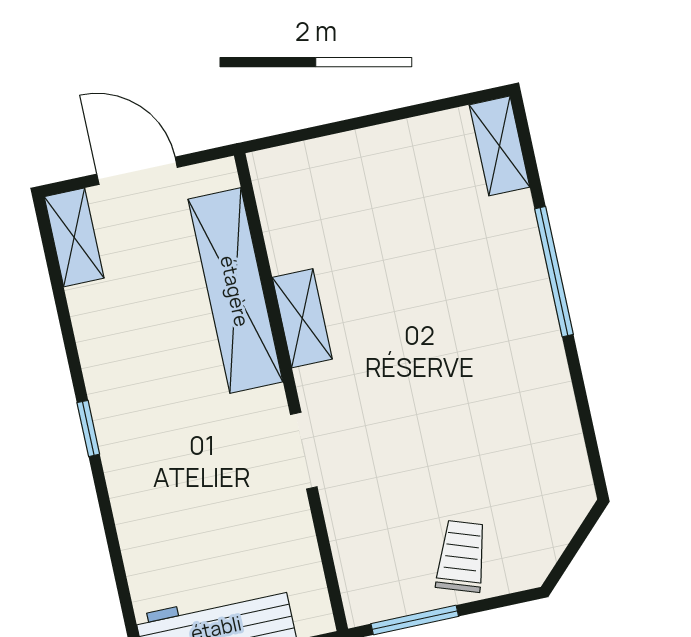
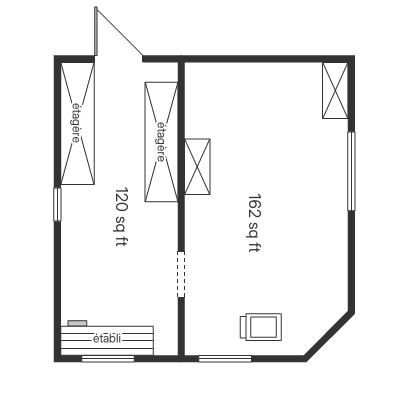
shelving: (74, 237) -> (77, 123), width x2.20, depth x1.33
doorway: (304, 451) -> (181, 274), moved
trolley: (461, 556) -> (261, 327), turned 71

